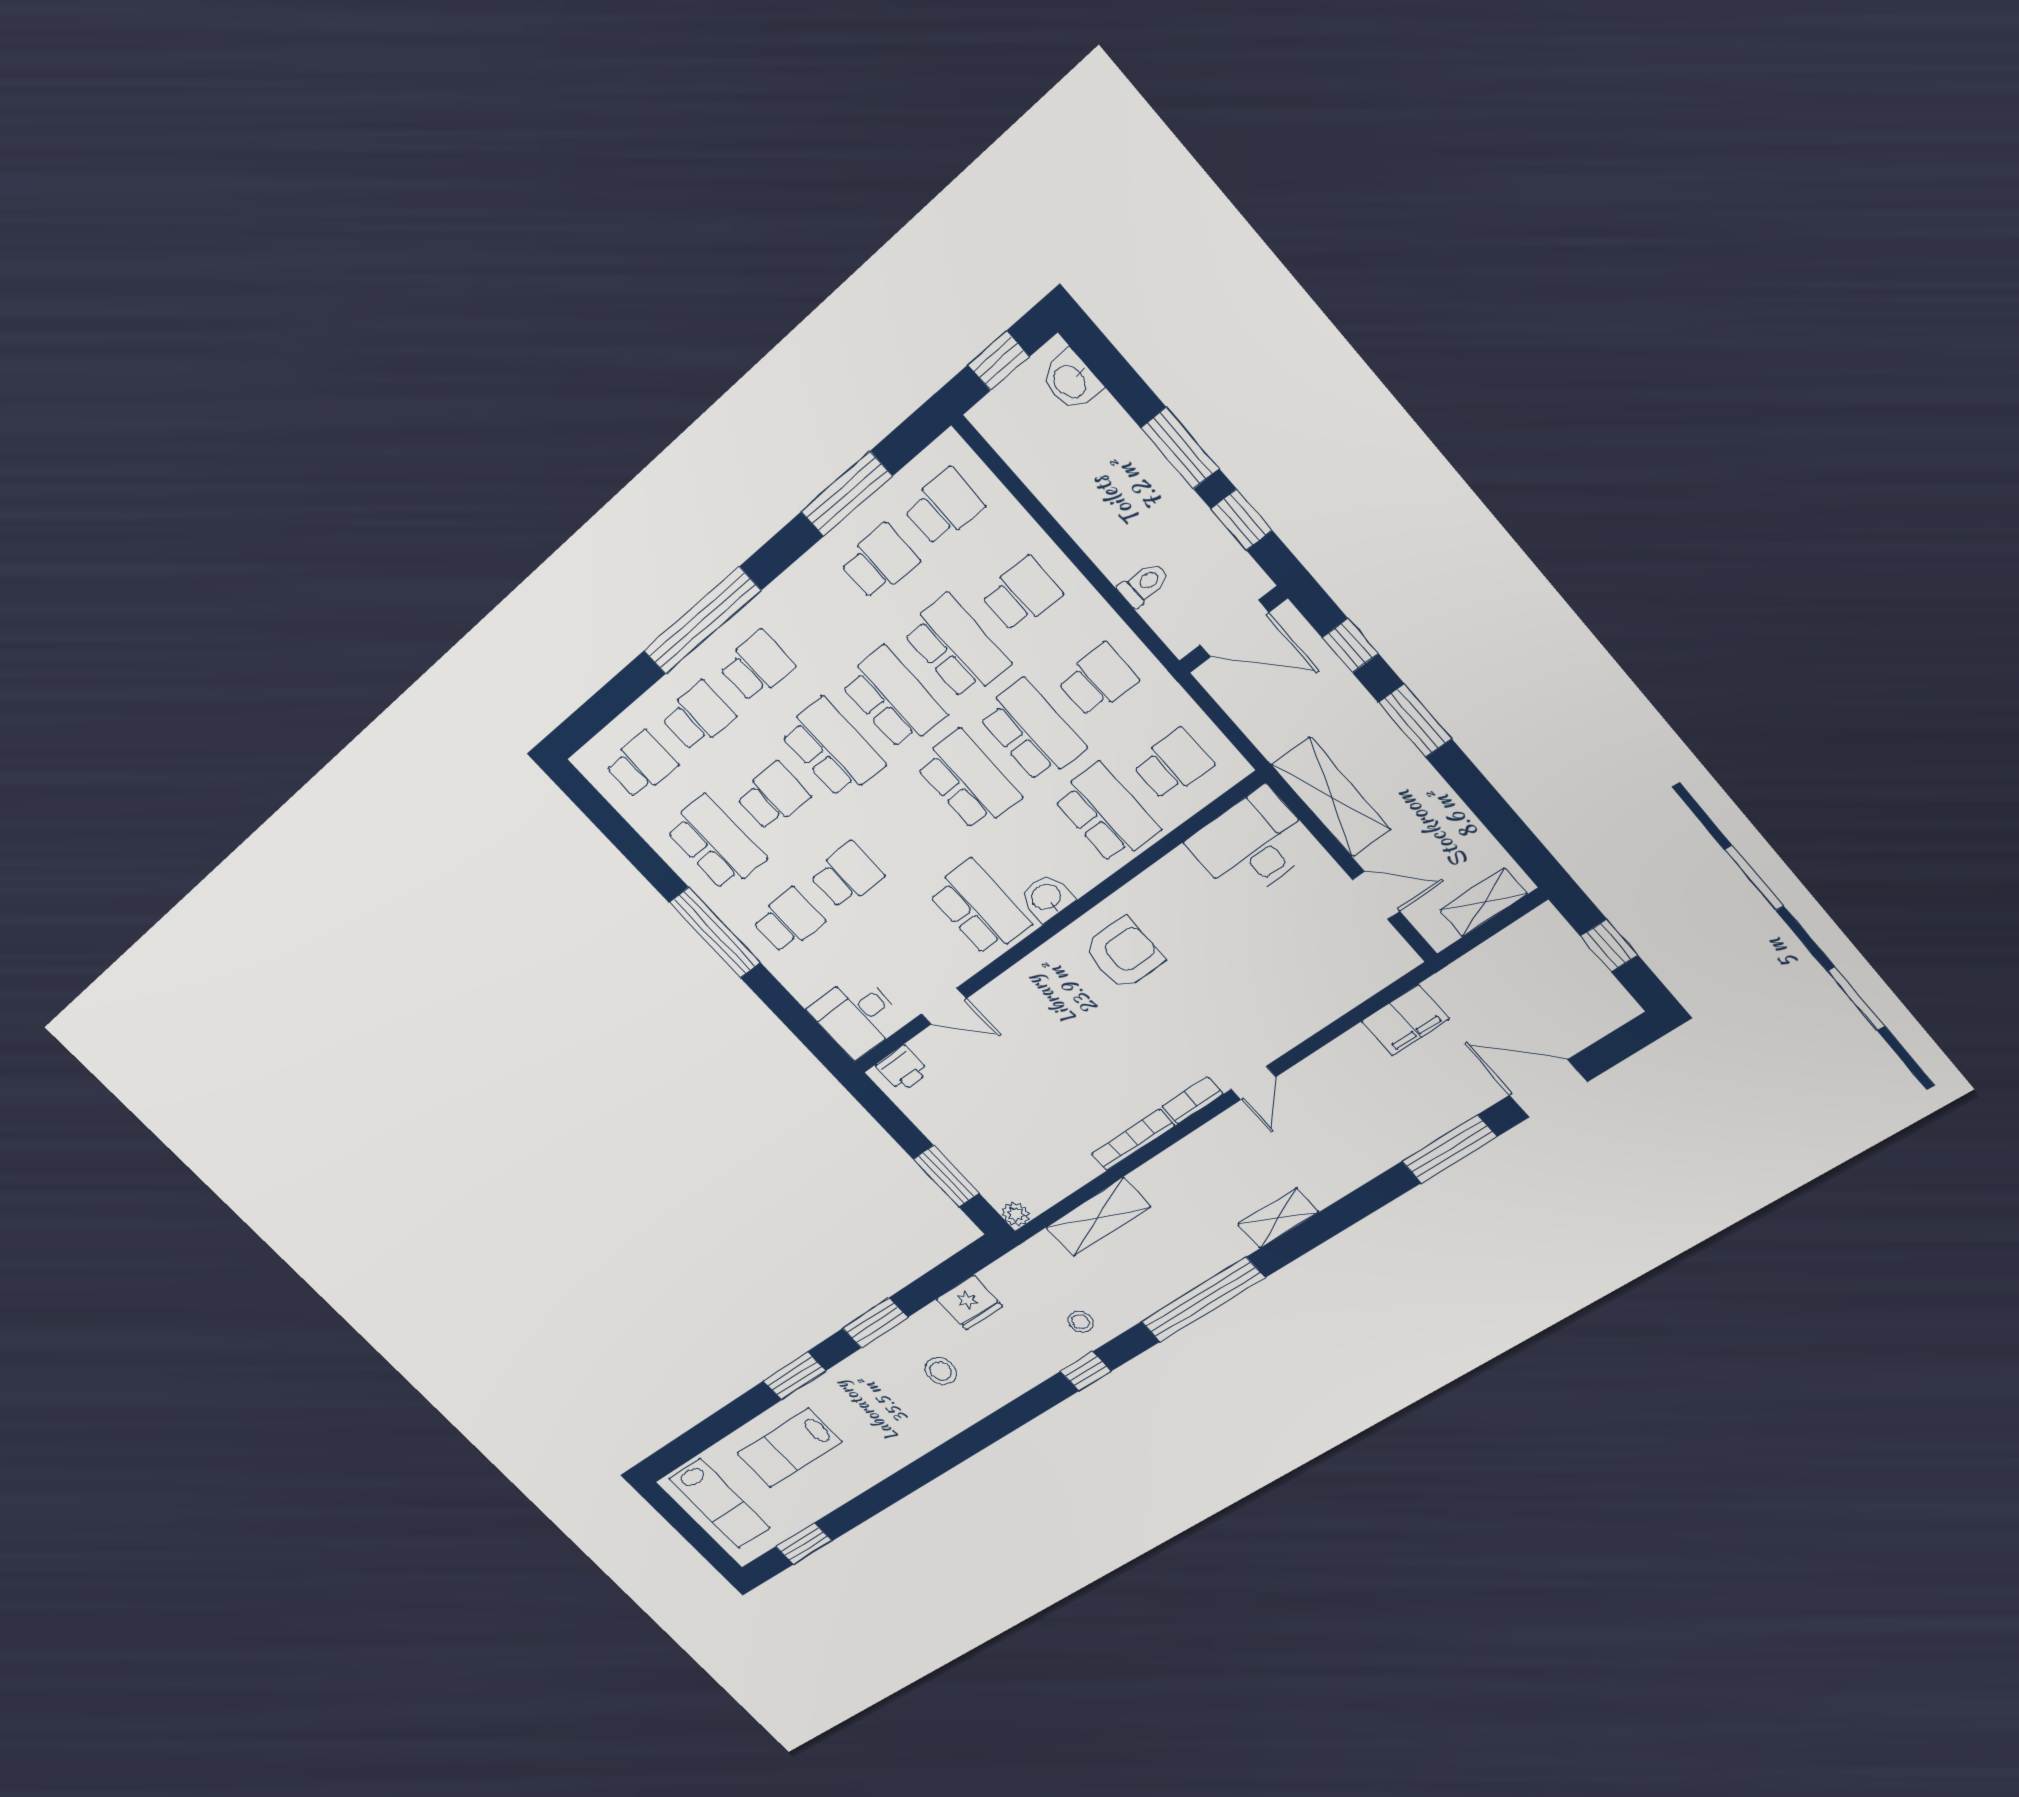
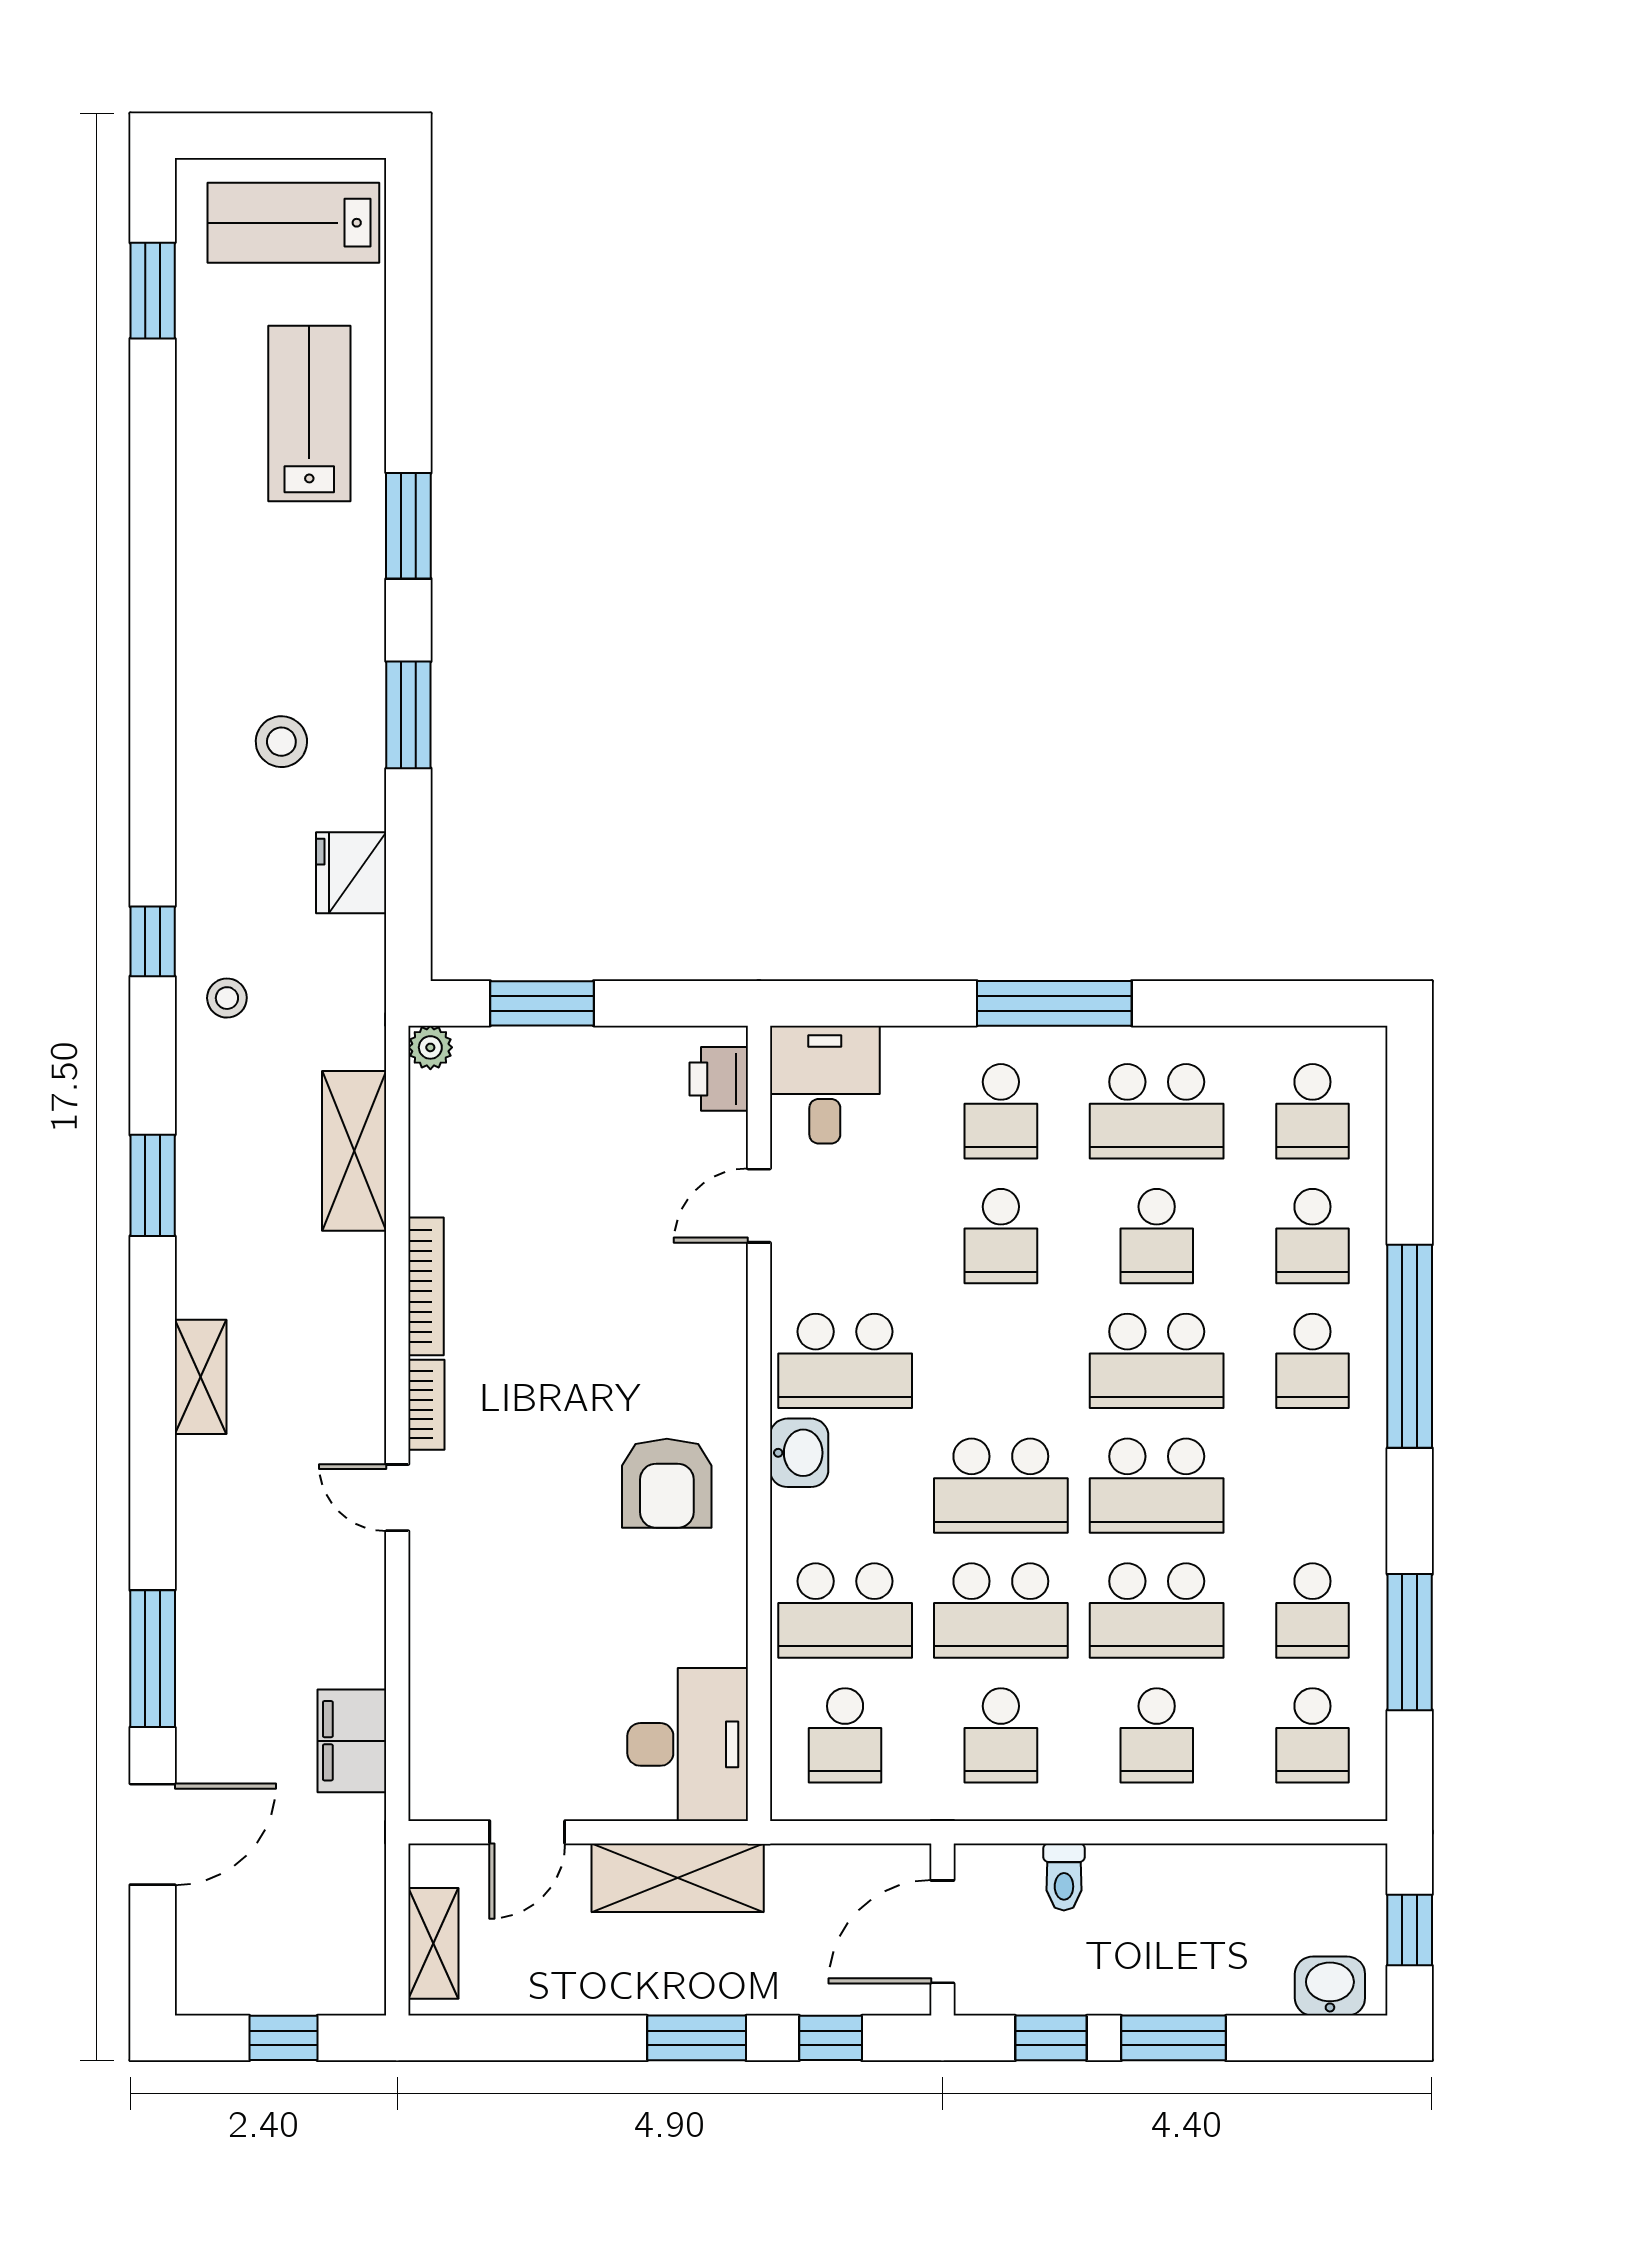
window: (1203, 1300) -> (153, 1185), width x0.47

